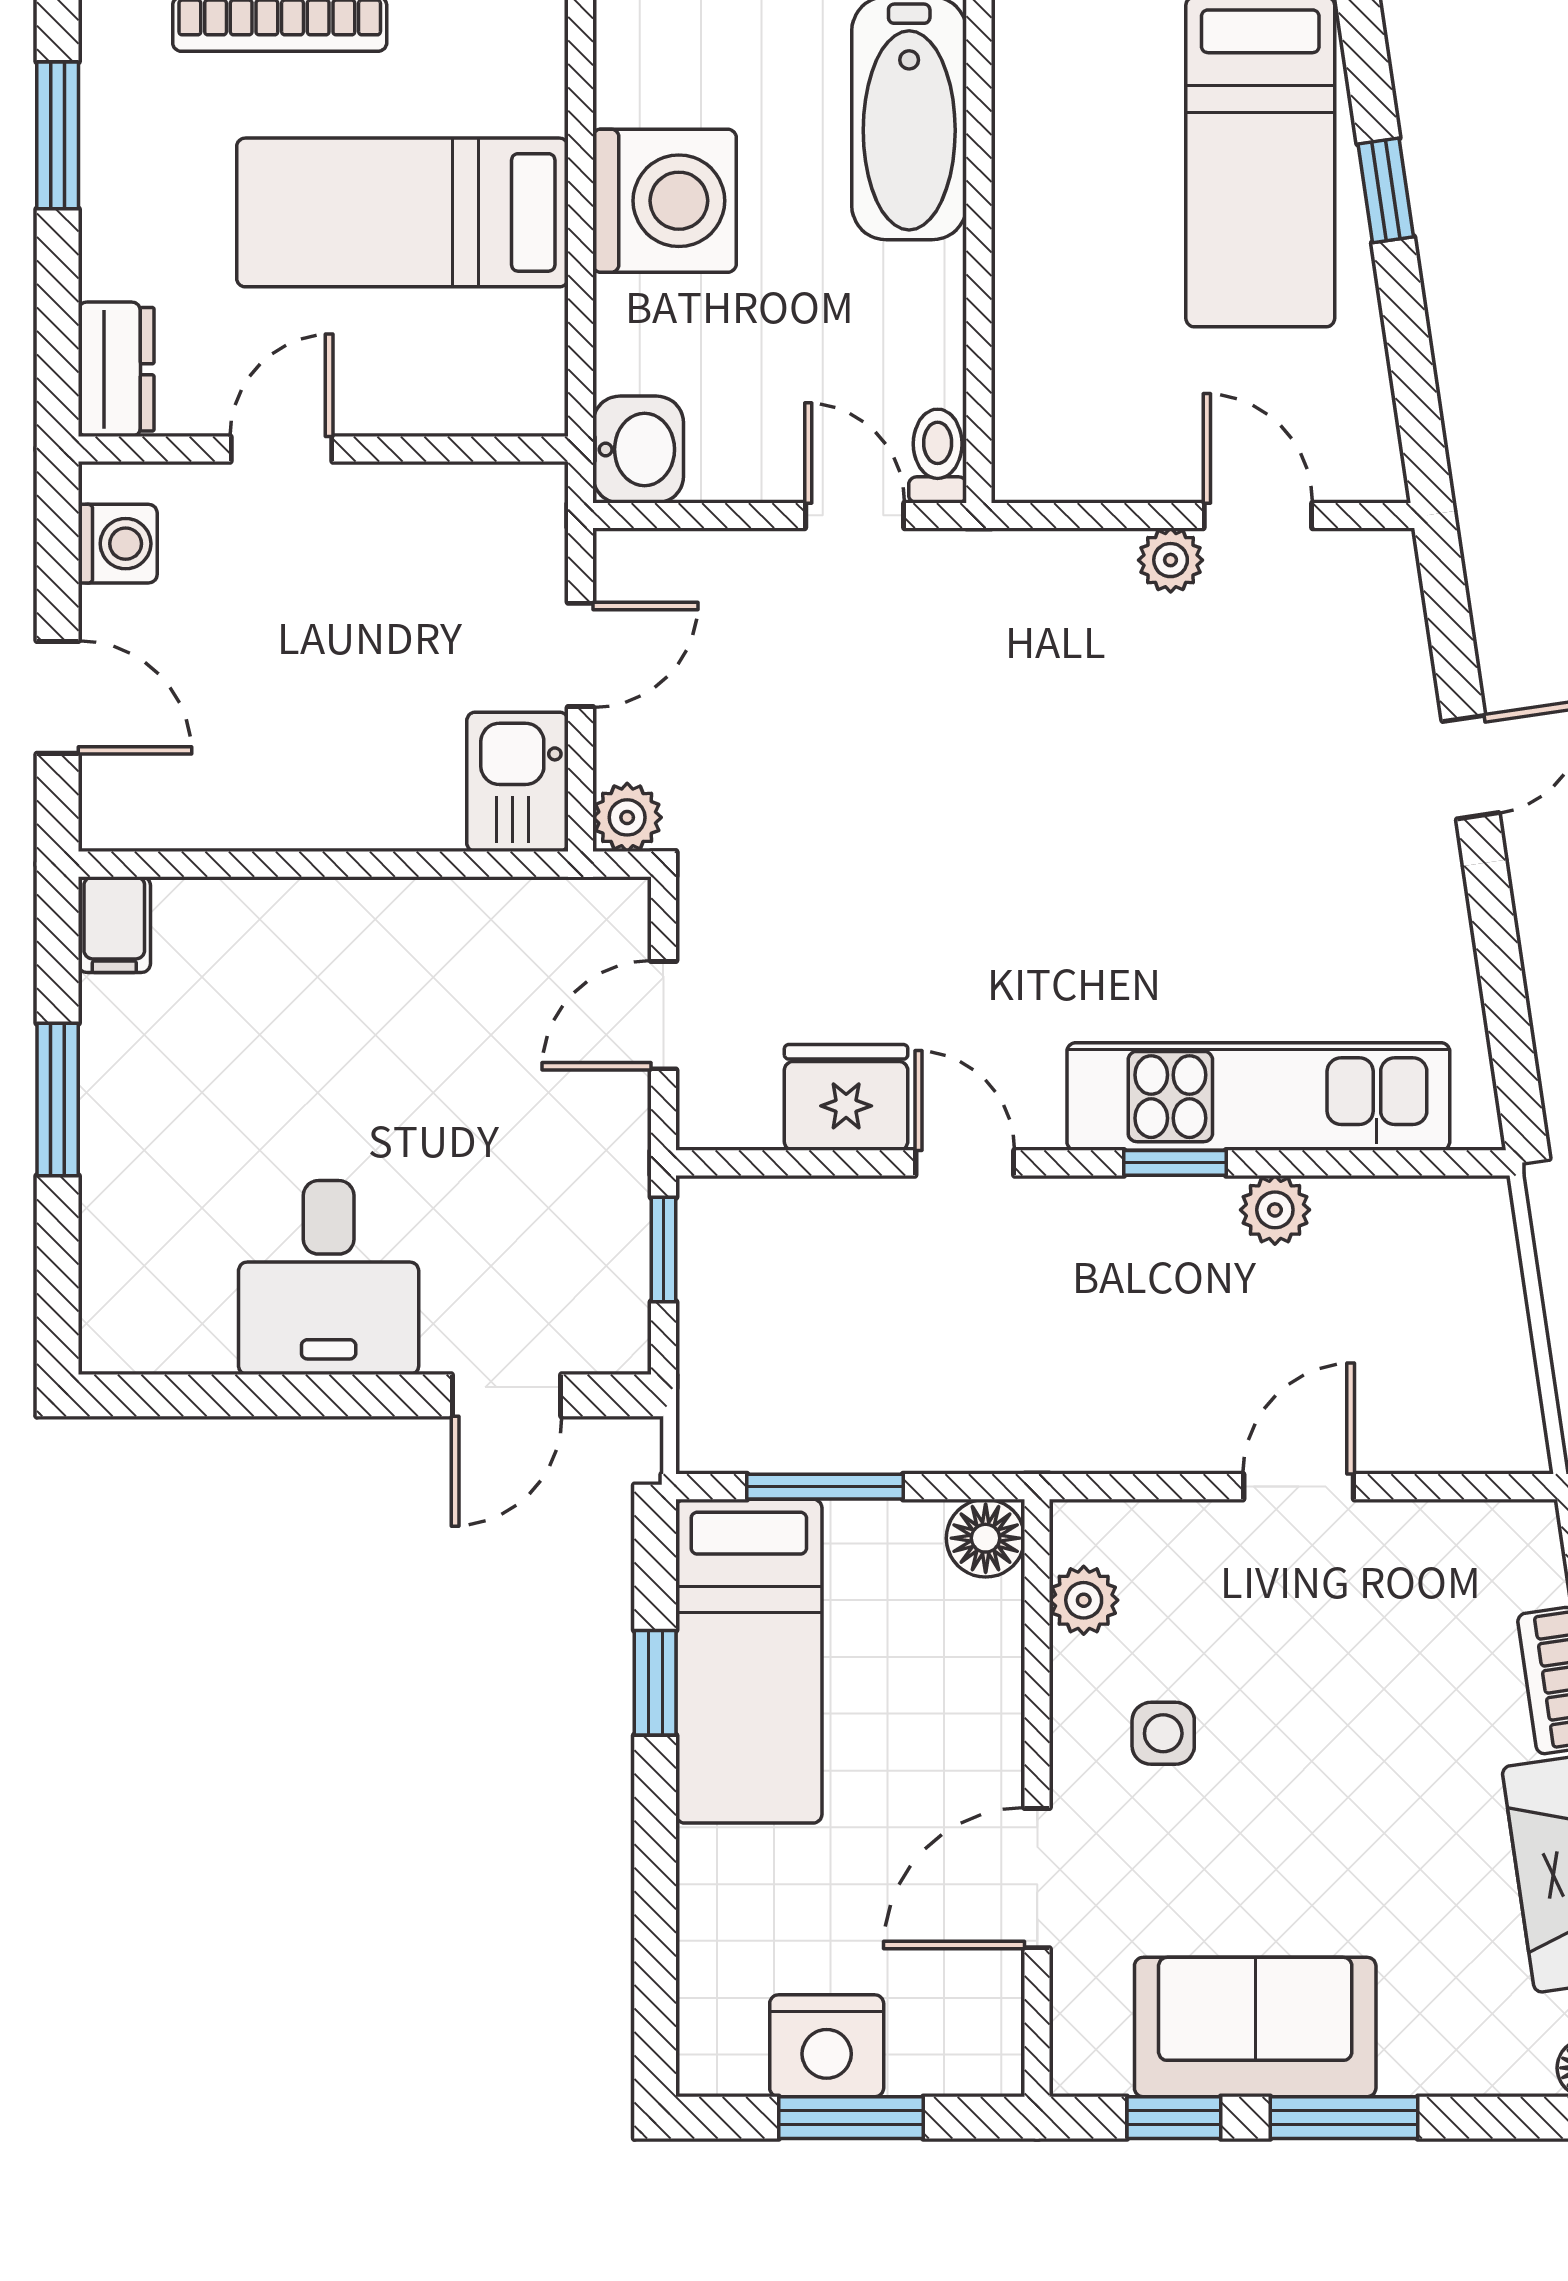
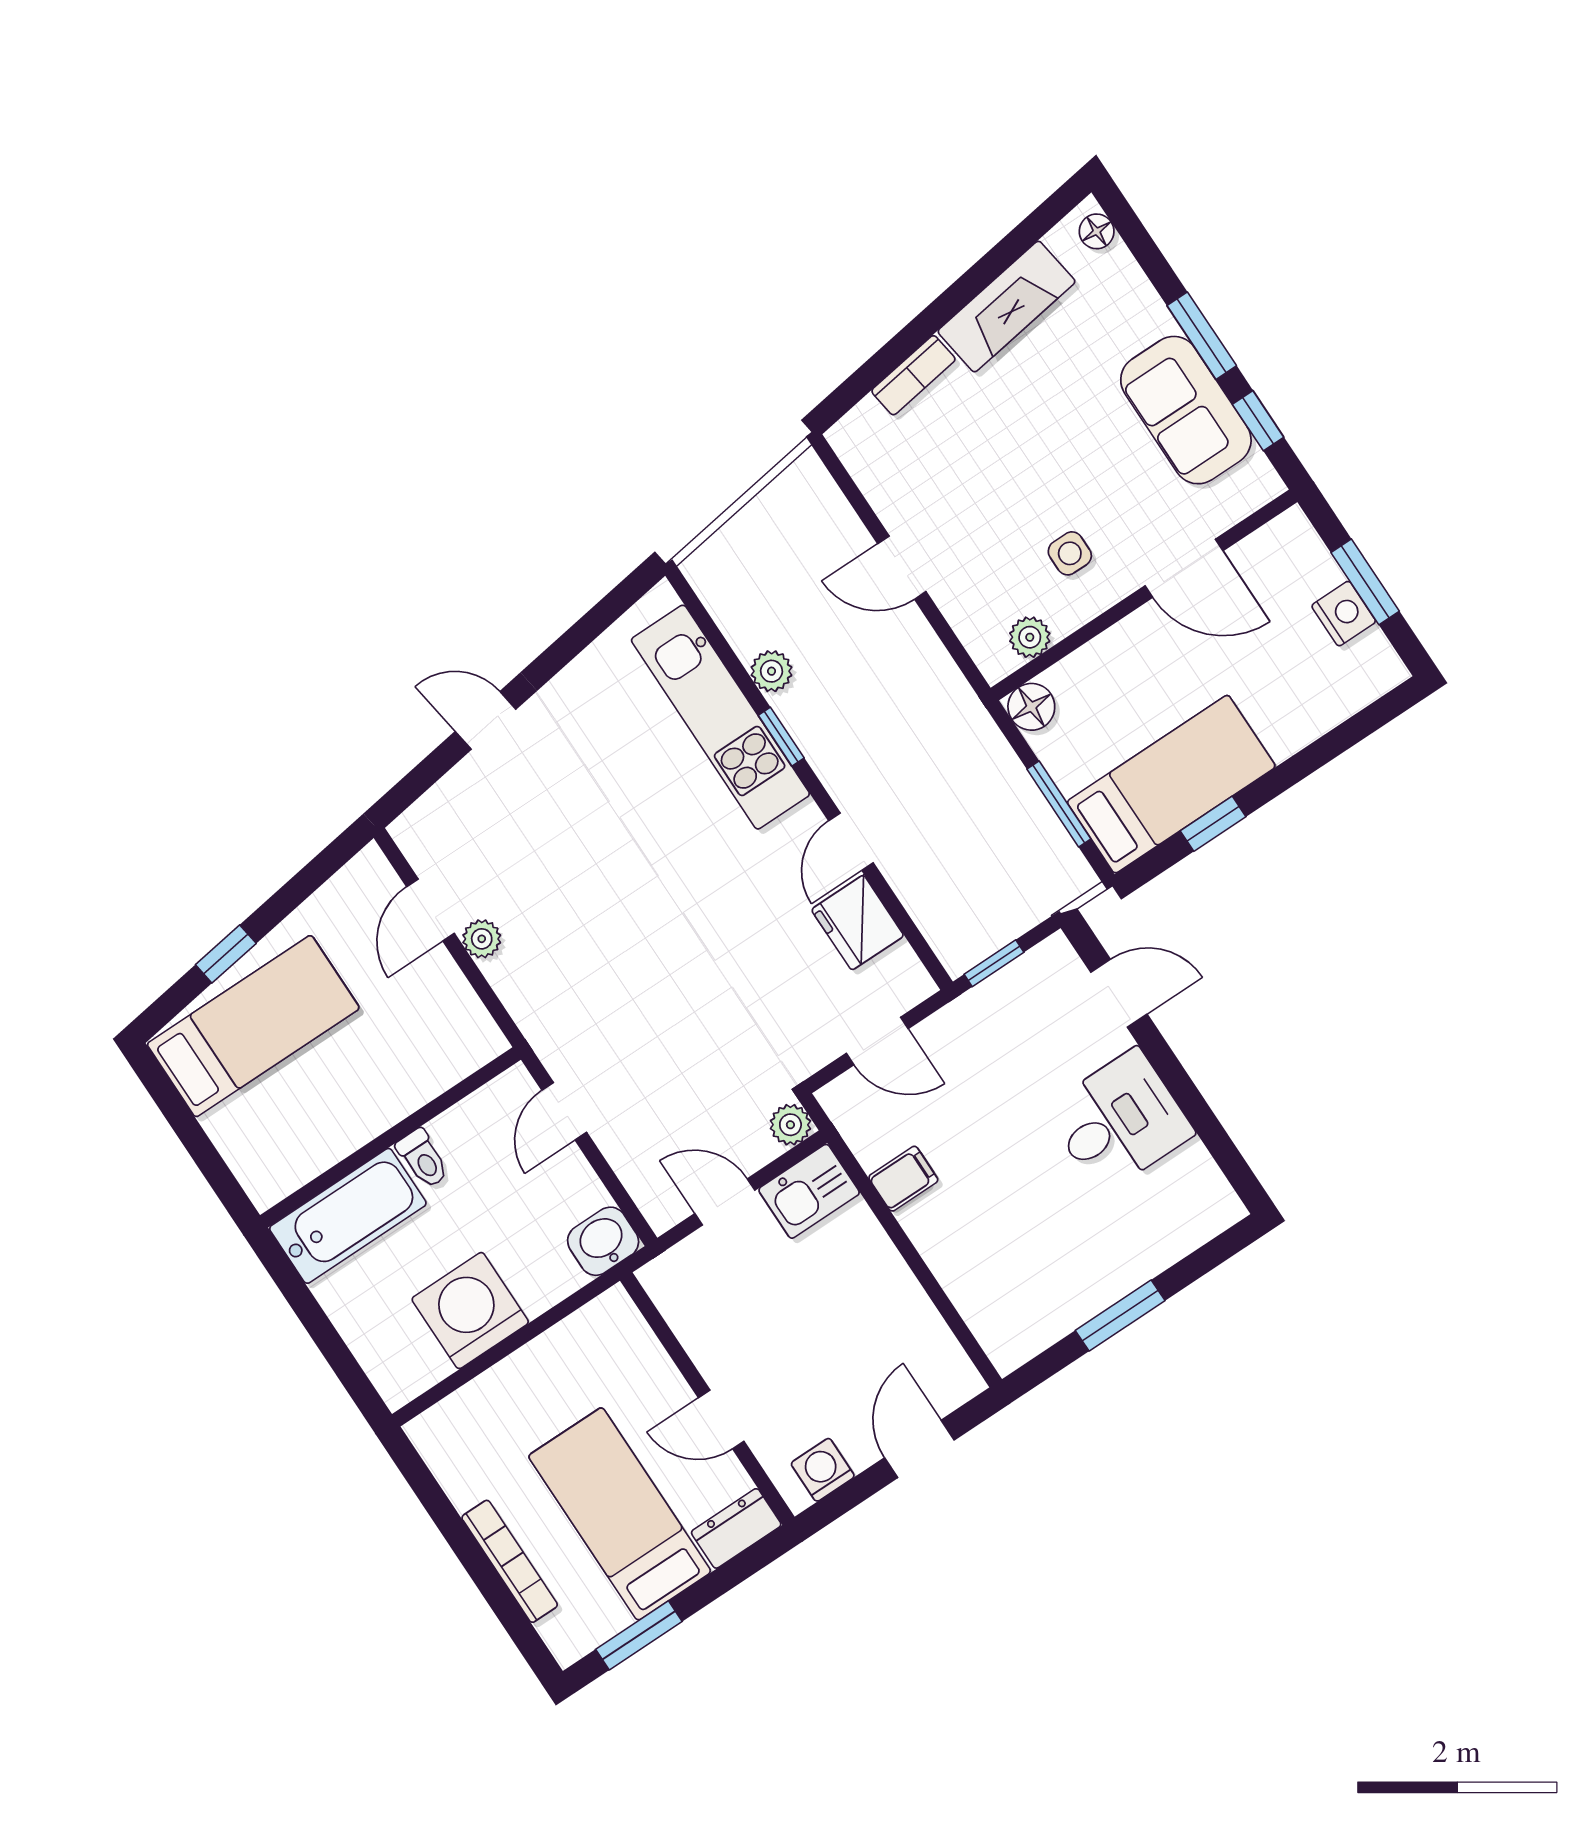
bed: (402, 212) -> (620, 1514), moved, turned 180
toilet: (938, 456) -> (423, 1159), moved, turned -90
filing cabinet: (114, 925) -> (903, 1179), moved
nightstand: (827, 2046) -> (1344, 614), width x0.74, depth x0.75

